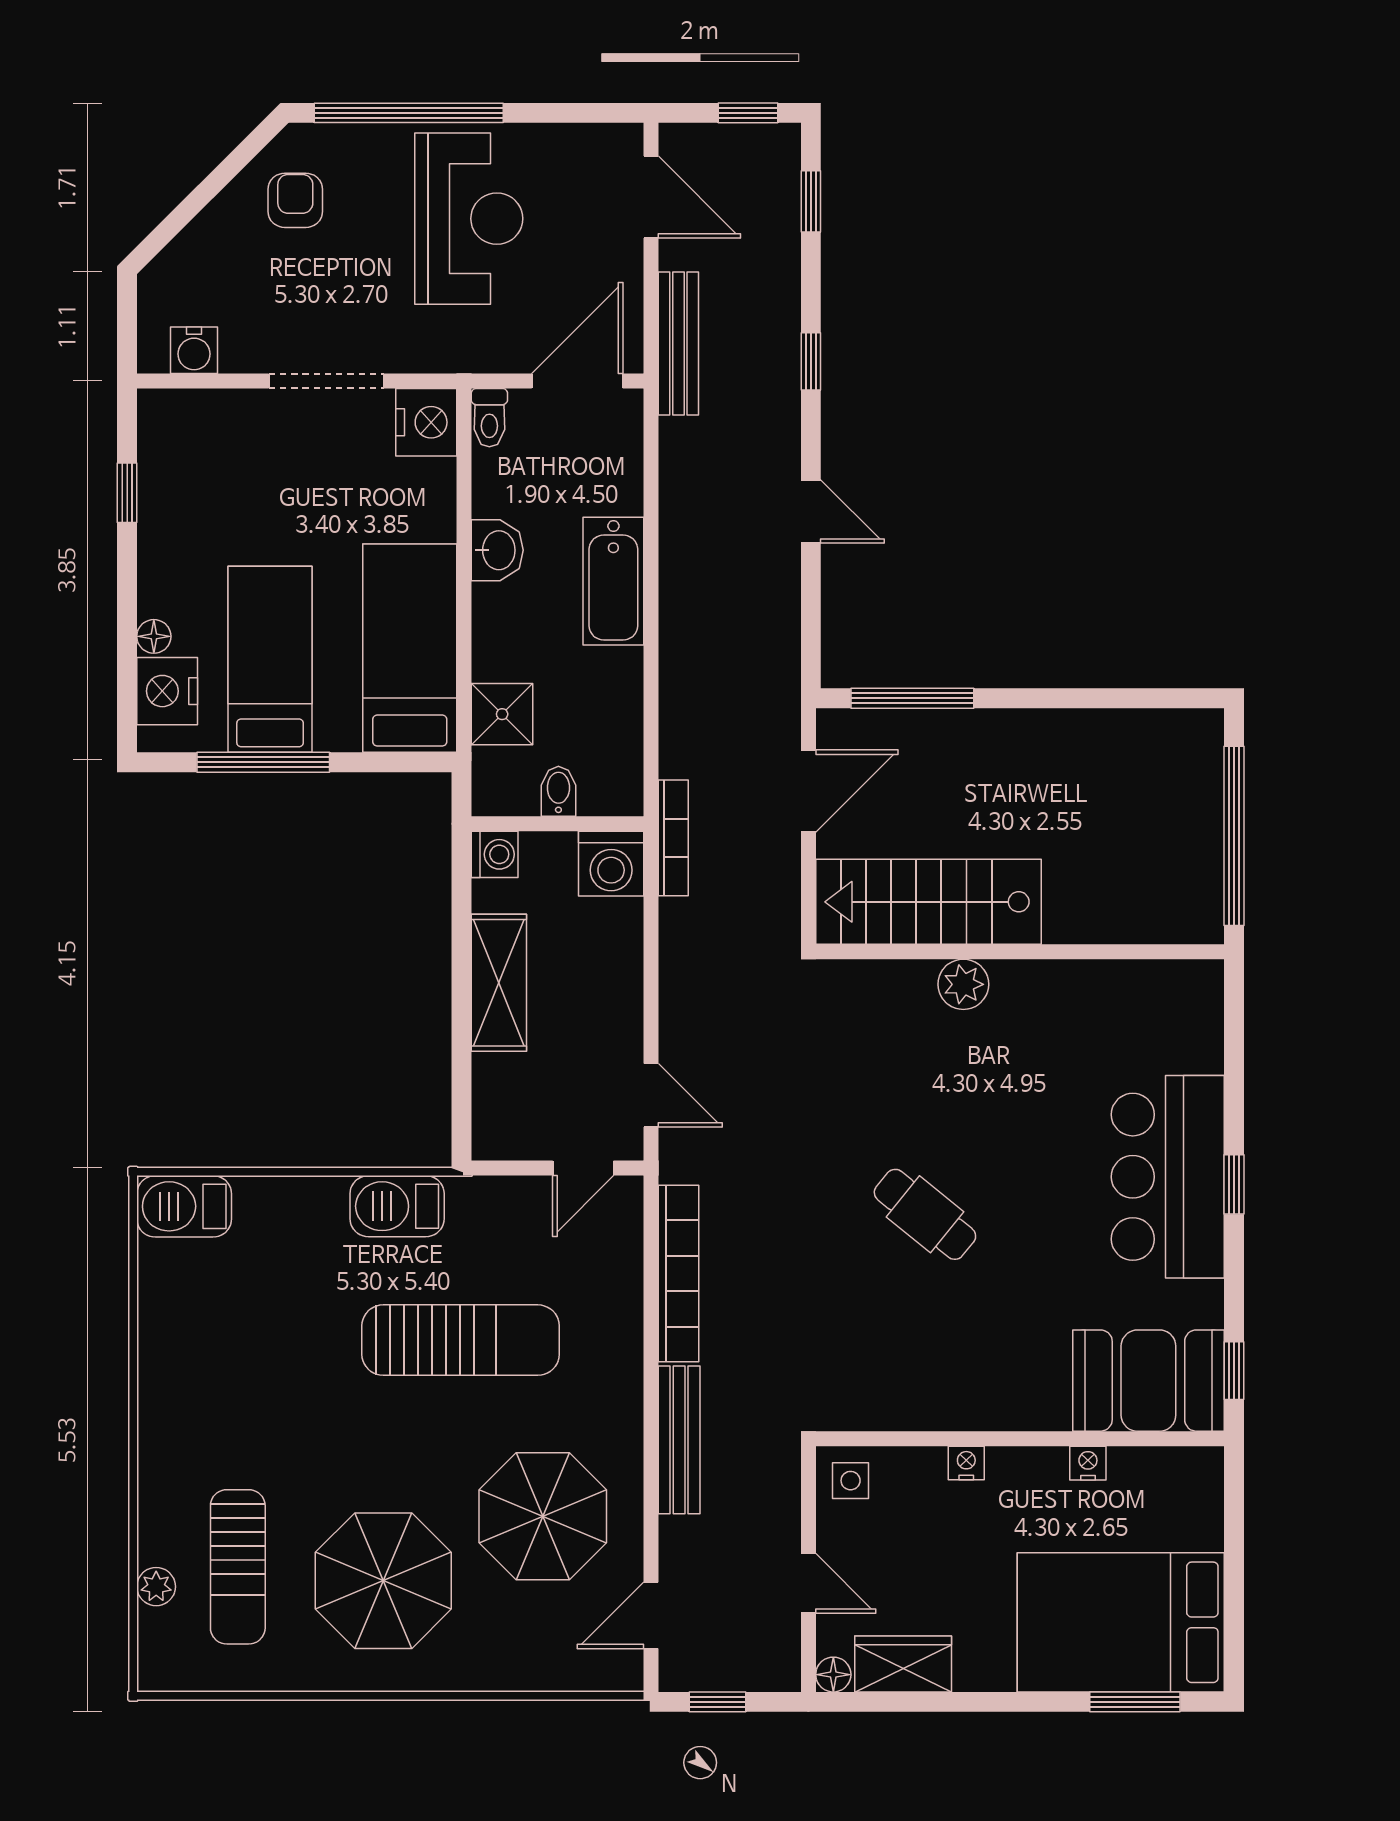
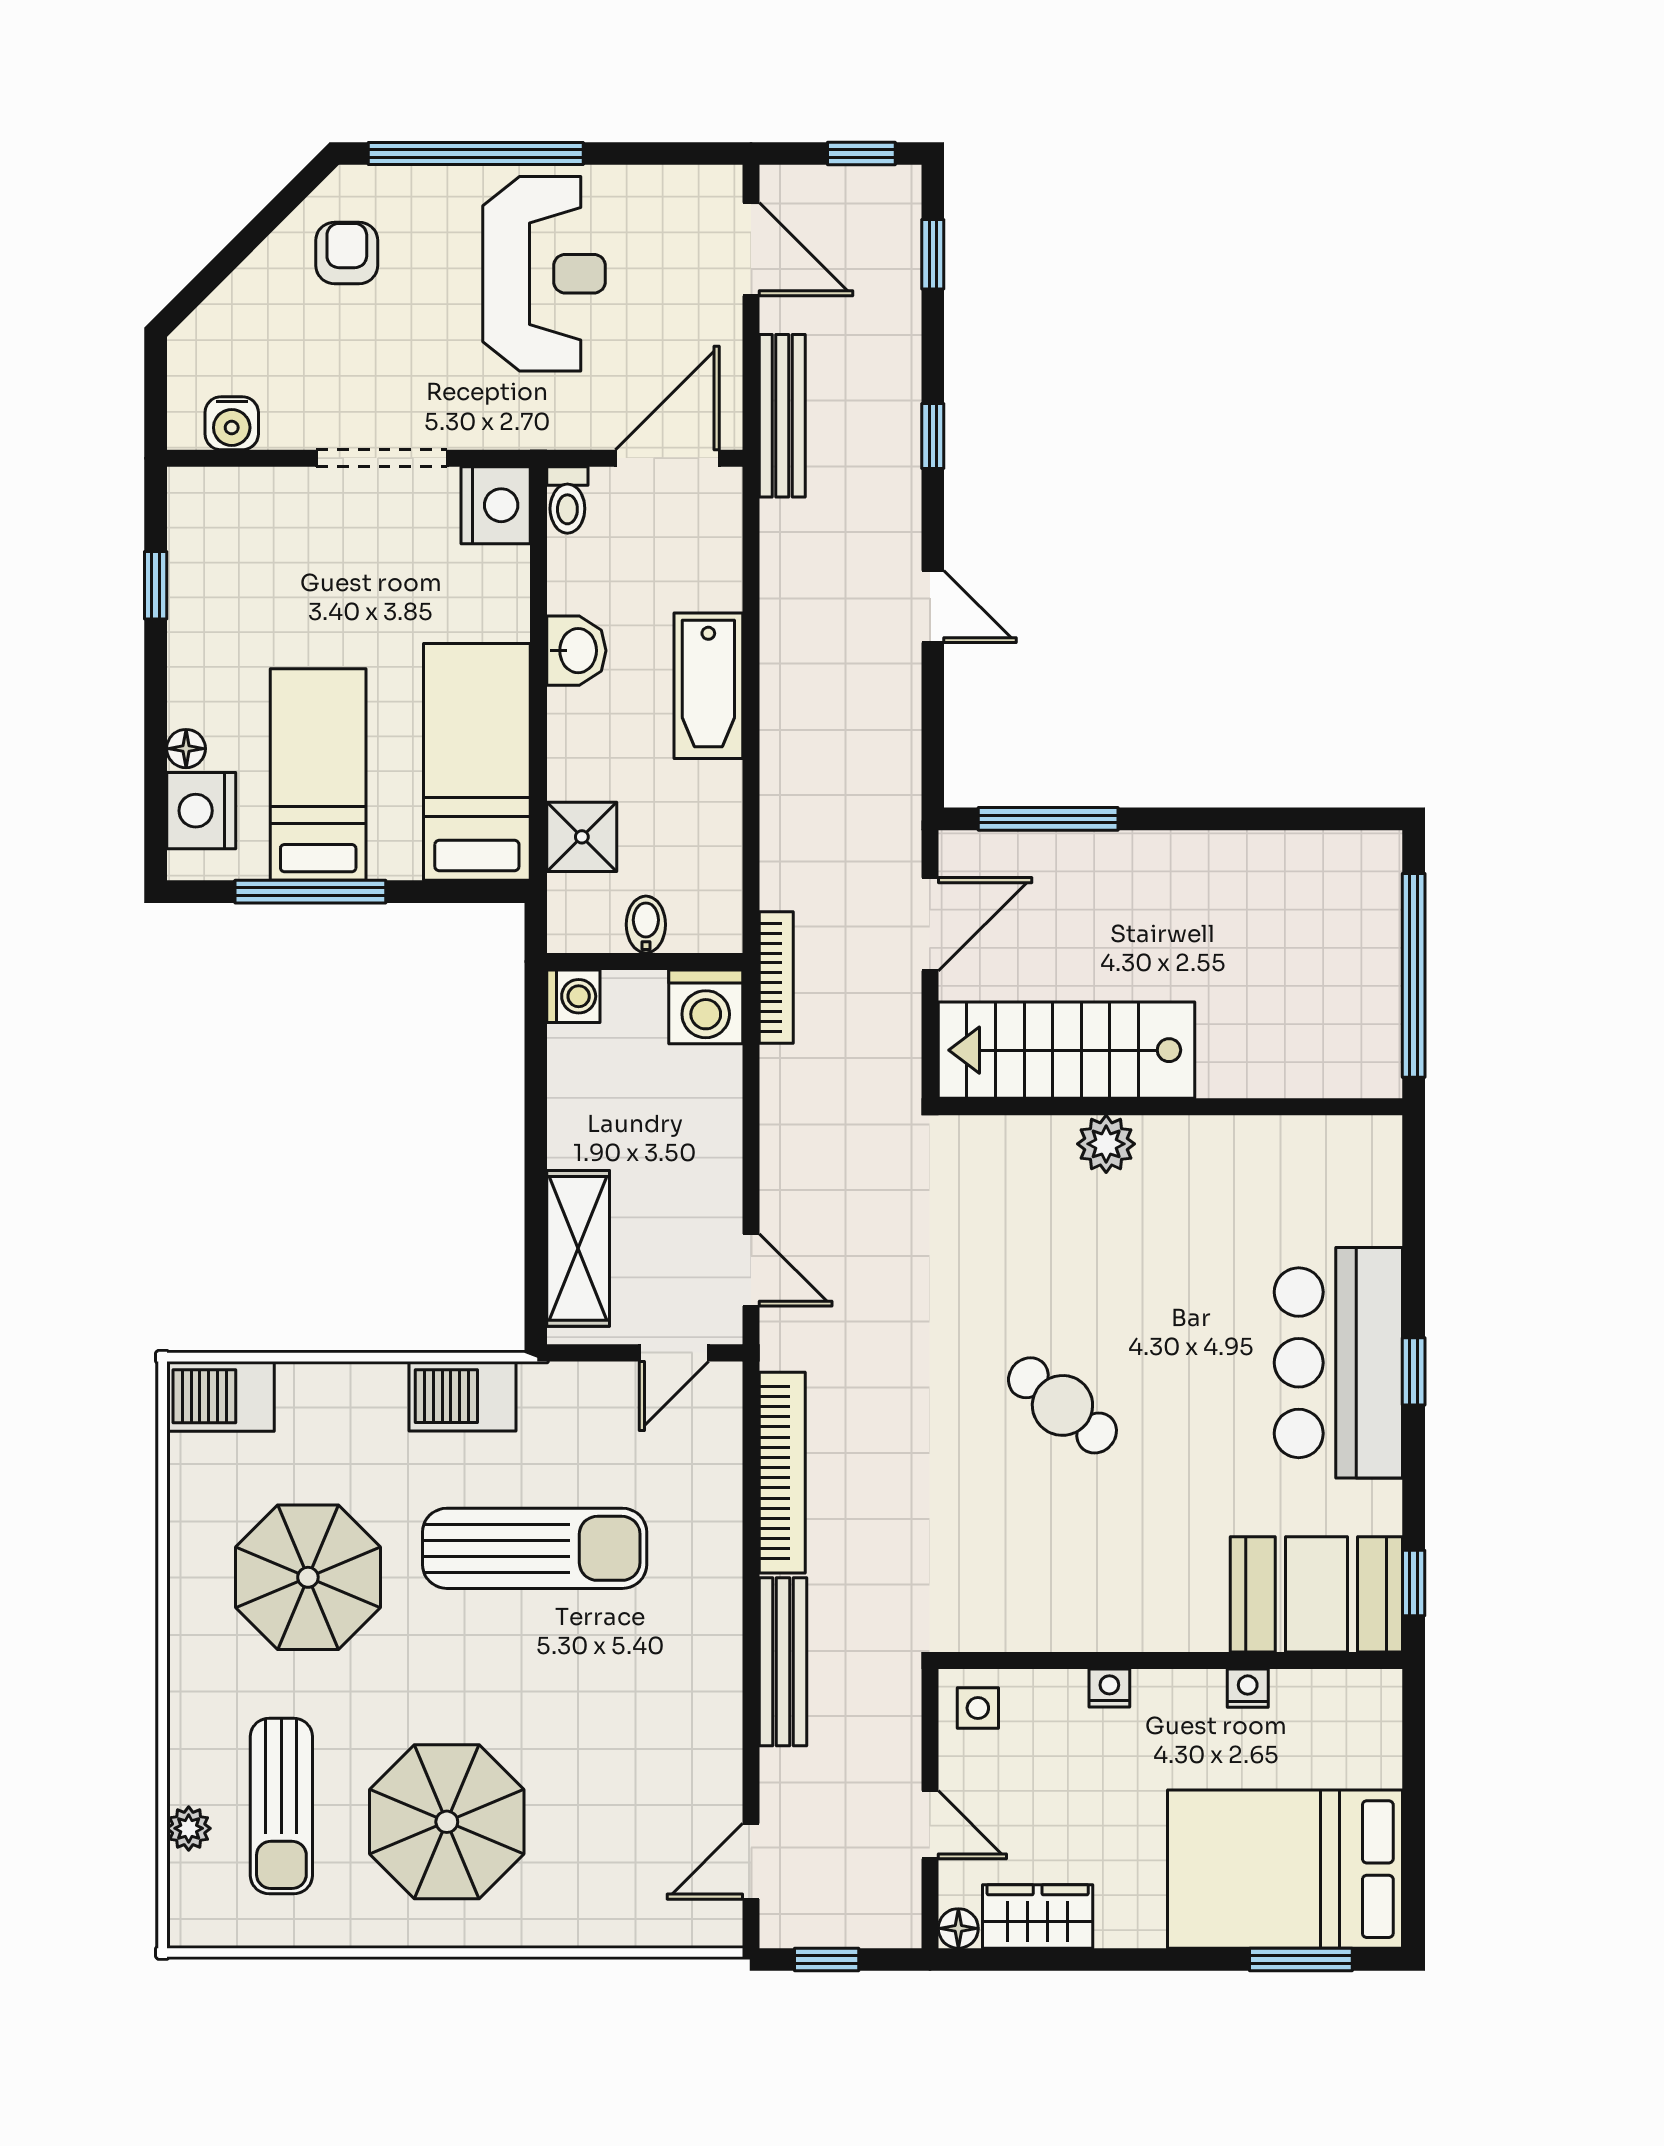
shelving: (499, 983) -> (578, 1248), moved
parasol: (543, 1516) -> (308, 1577), moved

